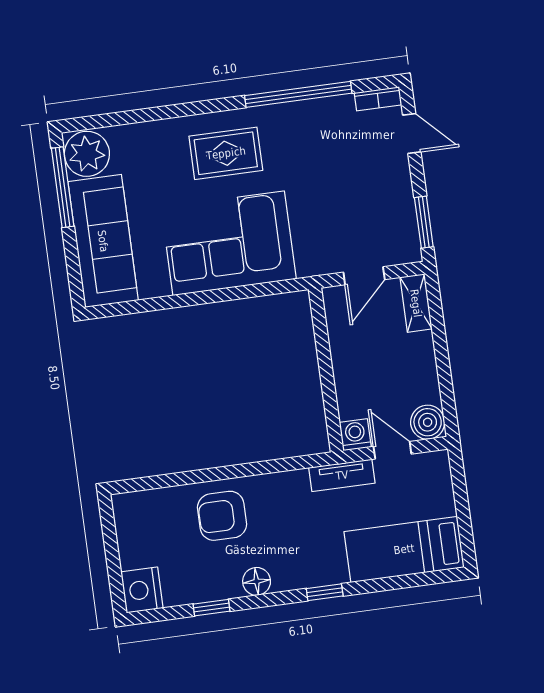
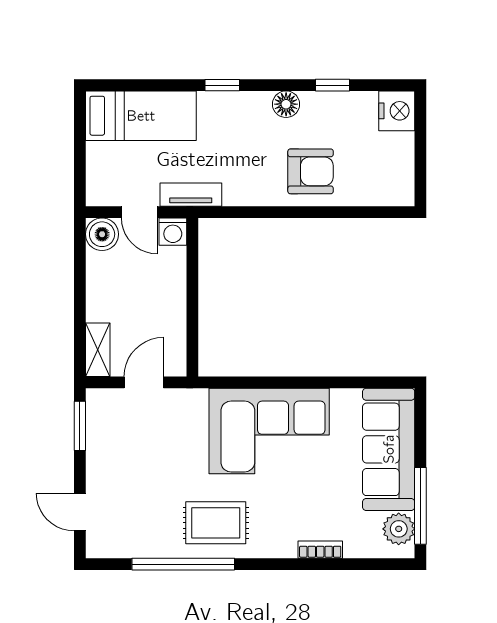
bookcase: (378, 99) -> (320, 550), moved
rug: (226, 153) -> (216, 523), moved
plant: (87, 154) -> (399, 529), width x0.73, depth x0.73

